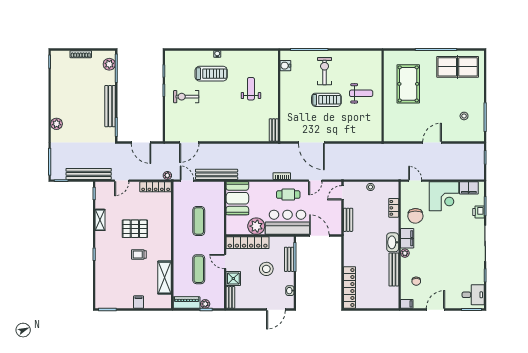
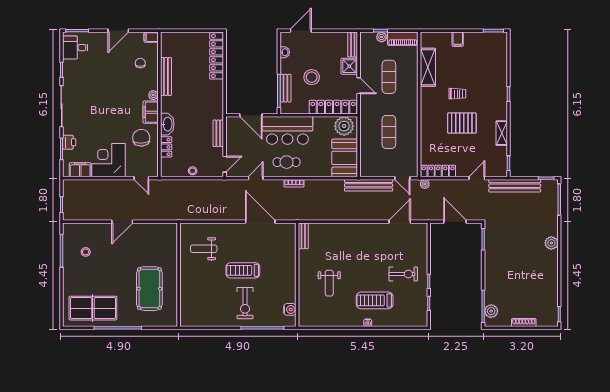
weight bench: (361, 93) -> (204, 249), moved
bench: (110, 106) -> (490, 263), removed
plant: (256, 226) -> (344, 126), moved
washbasin: (393, 242) -> (167, 124), moved

